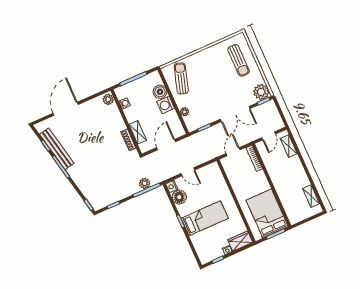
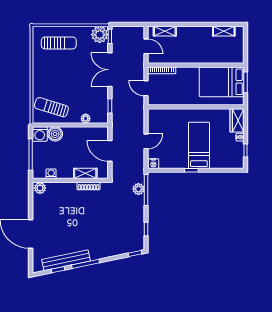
washing machine: (166, 105) -> (40, 134), moved
double door: (235, 114) -> (110, 70), swing flipped
floor lamp: (179, 197) -> (167, 161), removed

